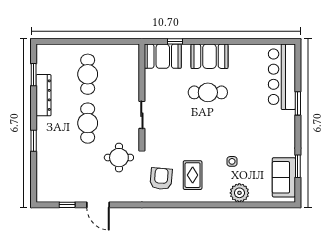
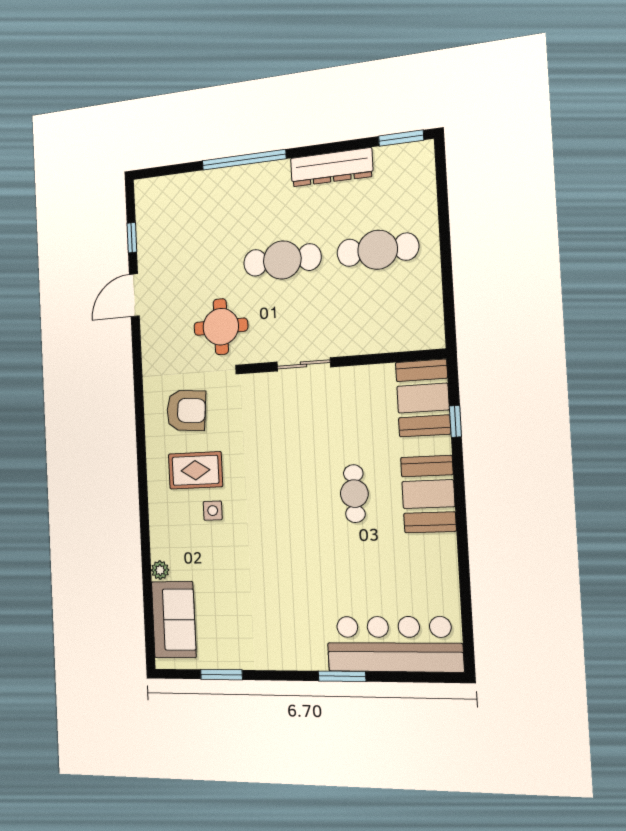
window: (34, 75) -> (401, 138), moved
cafe table: (208, 92) -> (354, 494), width x0.73, depth x0.74
window: (34, 141) -> (244, 160), width x2.11
side table: (232, 161) -> (213, 511), moved
sofa: (284, 177) -> (174, 620), moved, turned 90
plant: (239, 193) -> (160, 570), width x0.53, depth x0.53

